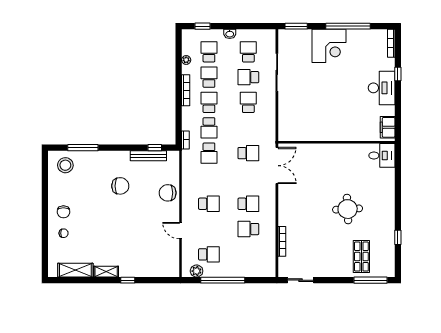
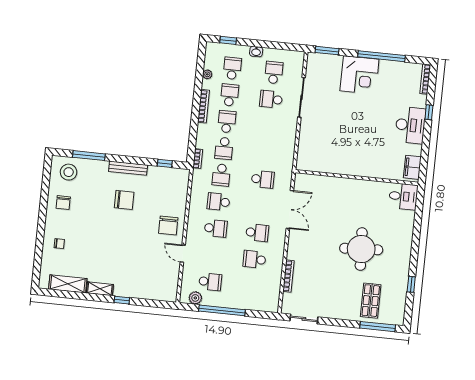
school desk: (248, 102) -> (218, 202), moved, turned -90
bench: (148, 156) -> (128, 168), moved
double door: (277, 166) -> (290, 210), moved
chair: (168, 193) -> (168, 225), moved, turned -90
round table: (348, 209) -> (361, 249), width x1.36, depth x1.36
chair: (63, 212) -> (63, 203), moved

